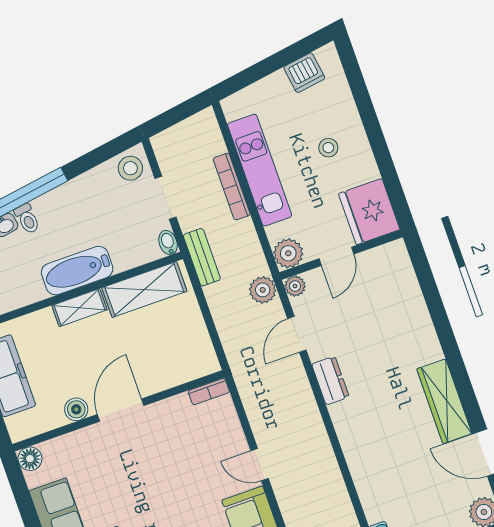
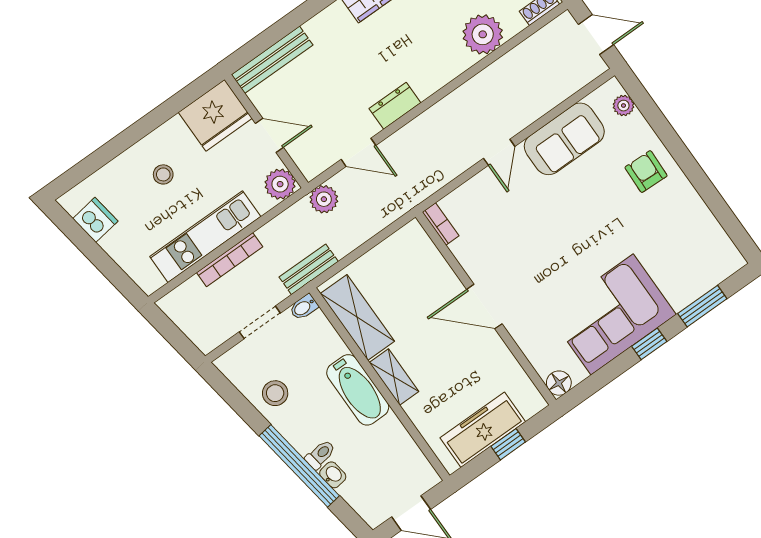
stool: (130, 168) -> (275, 393), moved
bench: (406, 279) -> (272, 60), added
plant: (295, 286) -> (483, 34), moved, width x1.87, depth x1.87
boiler: (76, 409) -> (496, 351), removed

